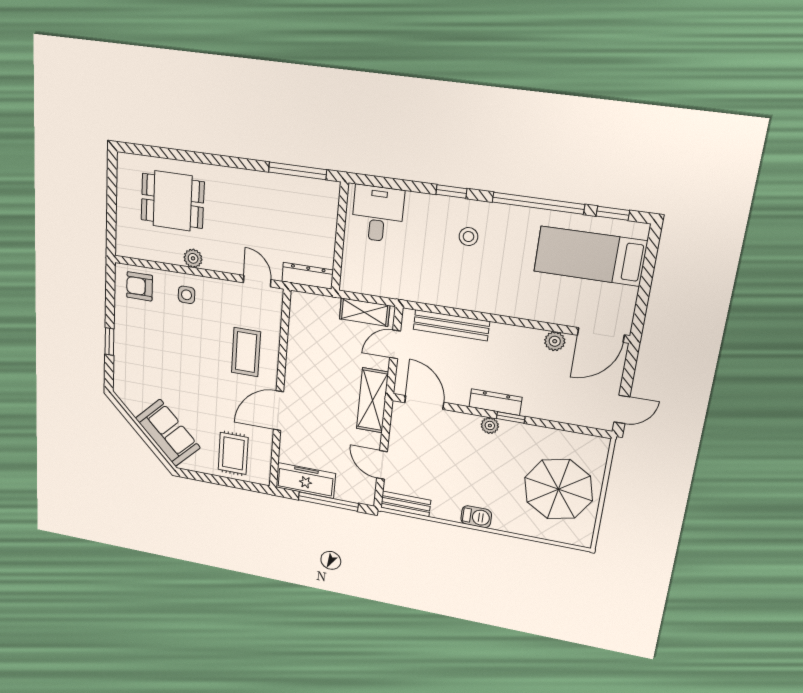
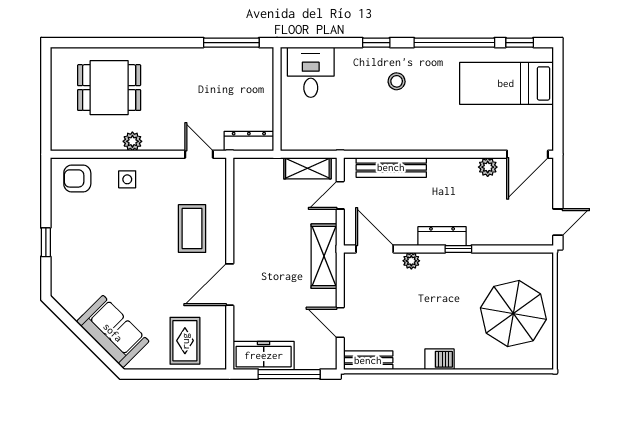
plant: (490, 426) -> (411, 261), moved

